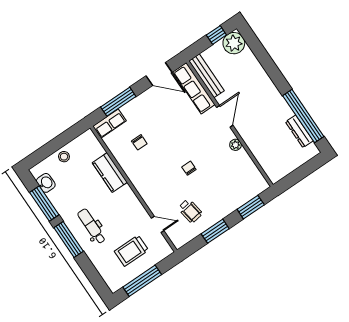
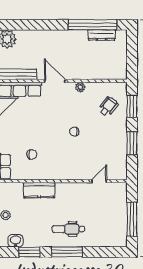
window: (44, 204) -> (29, 252), width x0.69
wheelchair: (190, 211) -> (108, 106), moved, turned -45
trolley: (131, 251) -> (105, 213), removed

